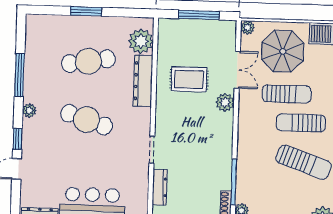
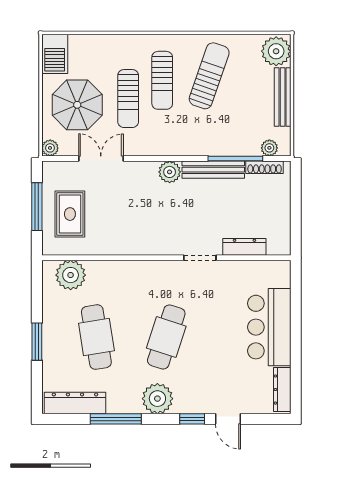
rug: (189, 79) -> (70, 214), moved
dresser: (143, 81) -> (75, 403), moved, turned 180
sun lounger: (287, 94) -> (128, 99), turned 180
plant: (225, 102) -> (170, 172), moved
plant: (29, 110) -> (157, 399), width x1.88, depth x1.88
bench: (225, 163) -> (213, 170), added

